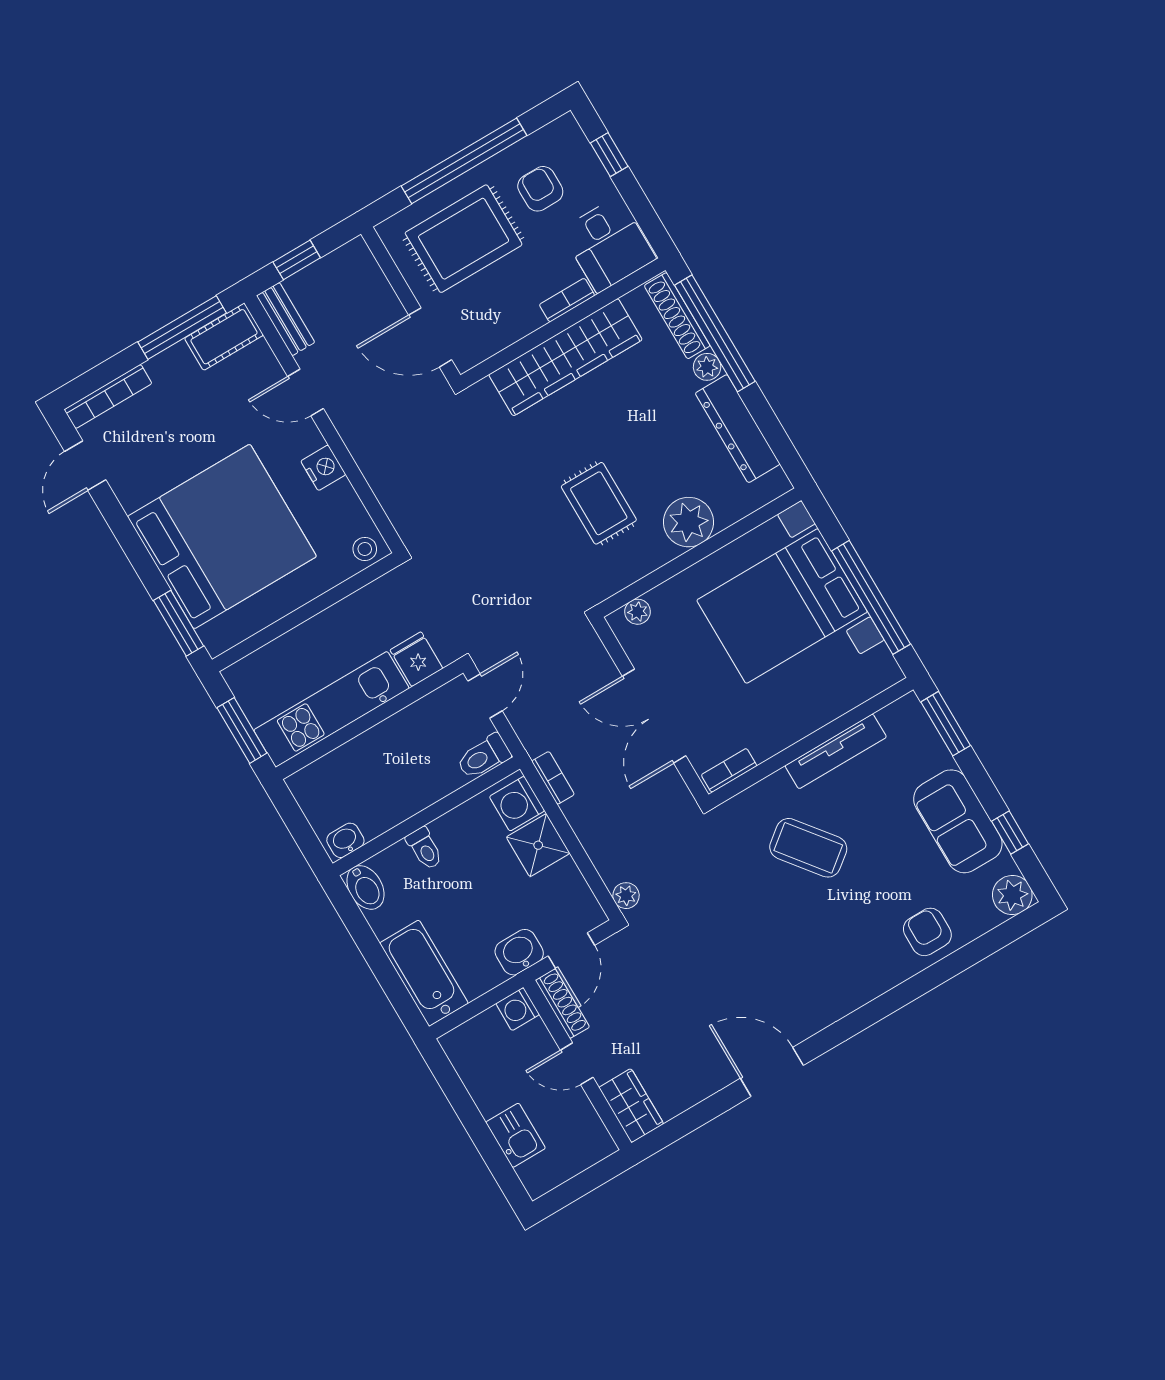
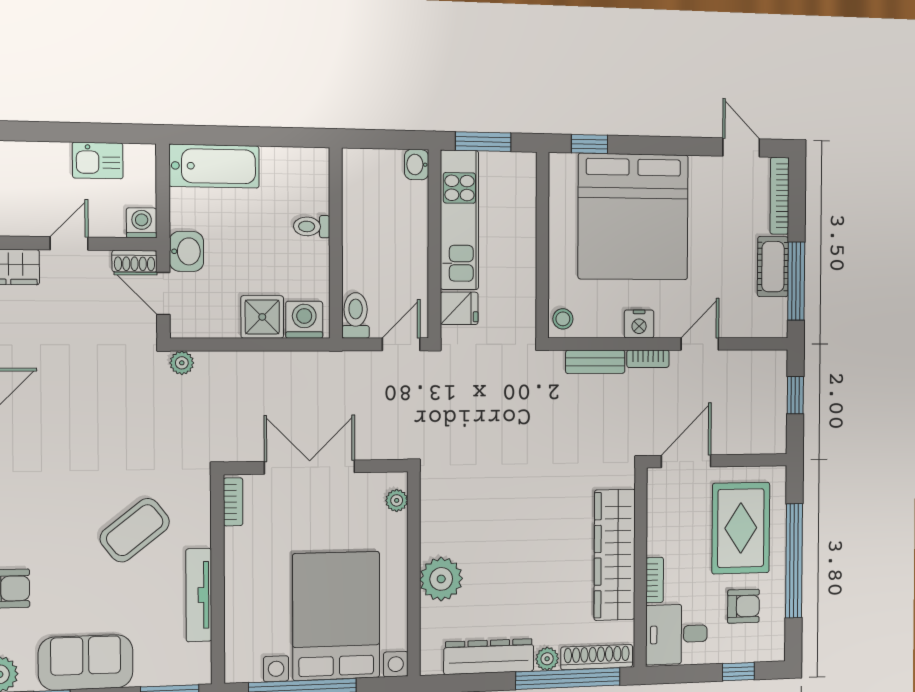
bench: (286, 319) -> (595, 362), moved
cot: (224, 337) -> (773, 267), moved
rug: (599, 503) -> (495, 518), removed
window: (179, 623) -> (590, 144), width x0.67
door: (485, 696) -> (401, 344), swing flipped
bookcase: (553, 778) -> (648, 359), moved
washbasin: (345, 840) -> (417, 165), moved, turned 180
bidet: (365, 887) -> (308, 162), removed
shoe rack: (562, 1004) -> (134, 261), width x0.70
kitchen sink: (516, 1135) -> (98, 160), moved

